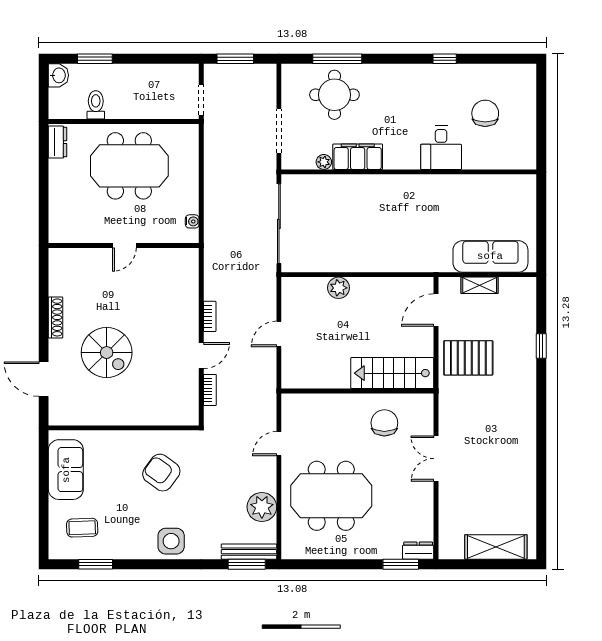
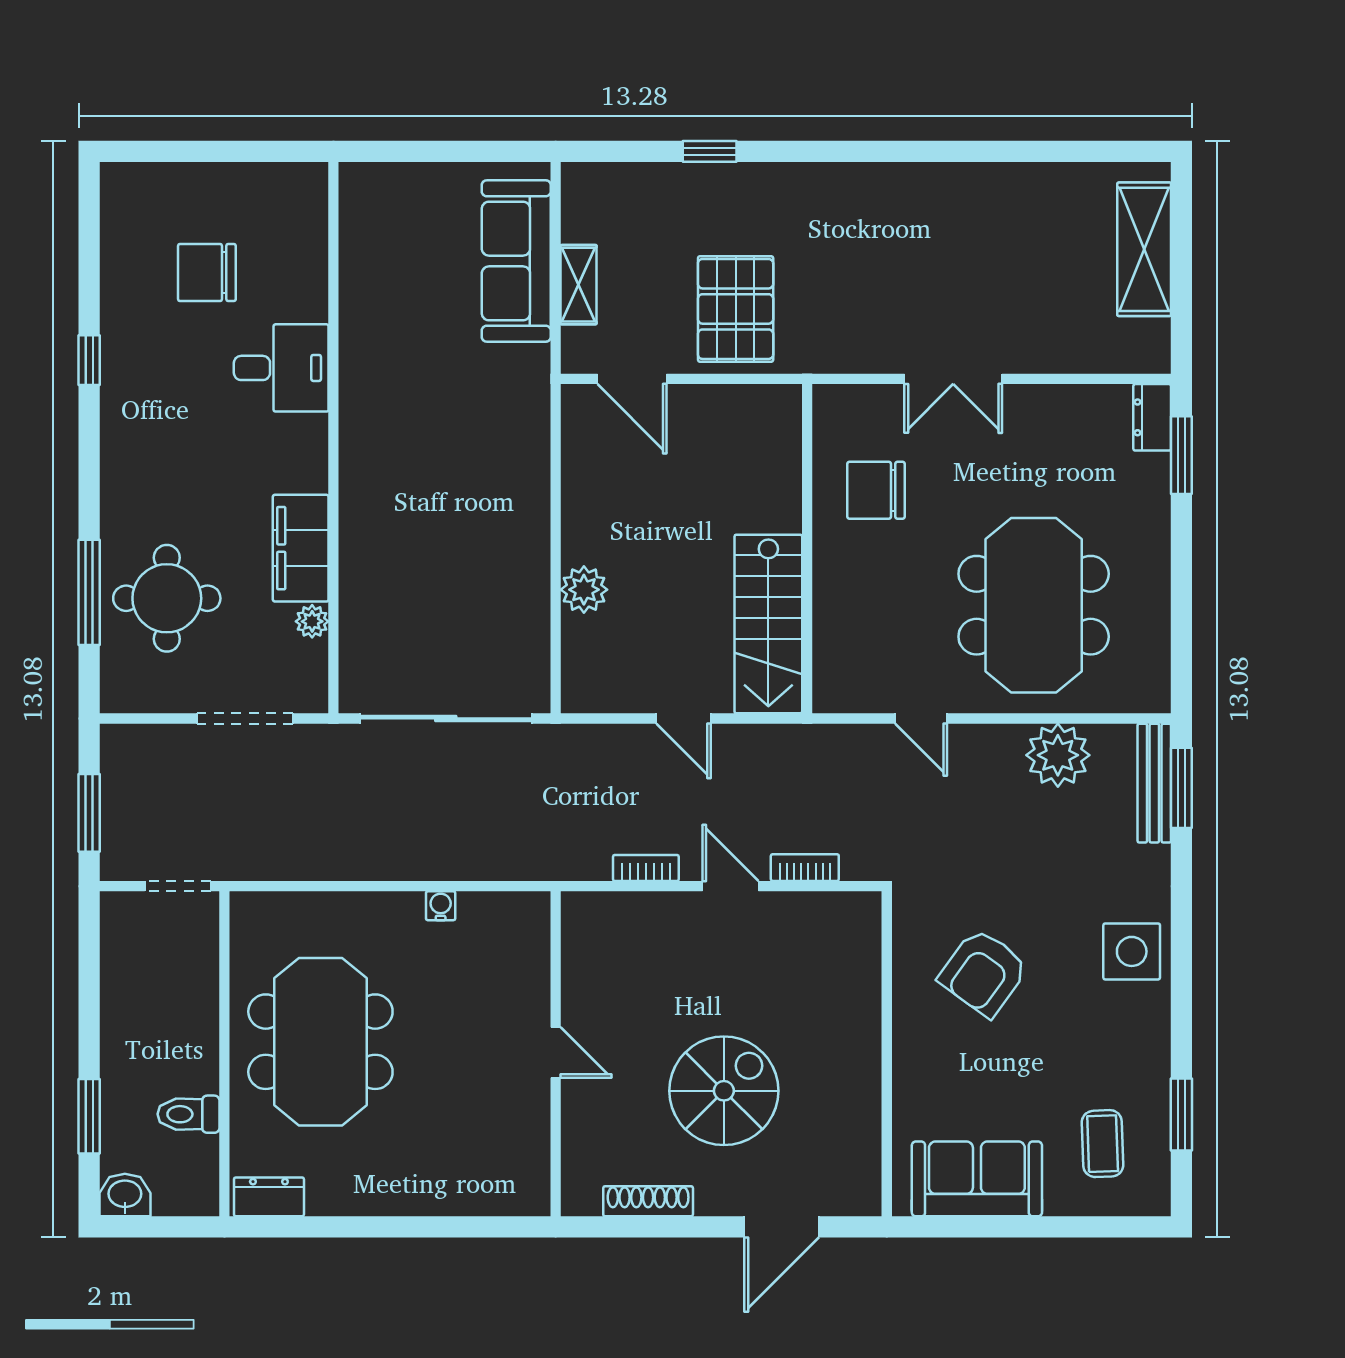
door: (124, 246) -> (556, 1053), moved
wall: (124, 246) -> (556, 1054), moved
stairs: (392, 373) -> (768, 624), moved

